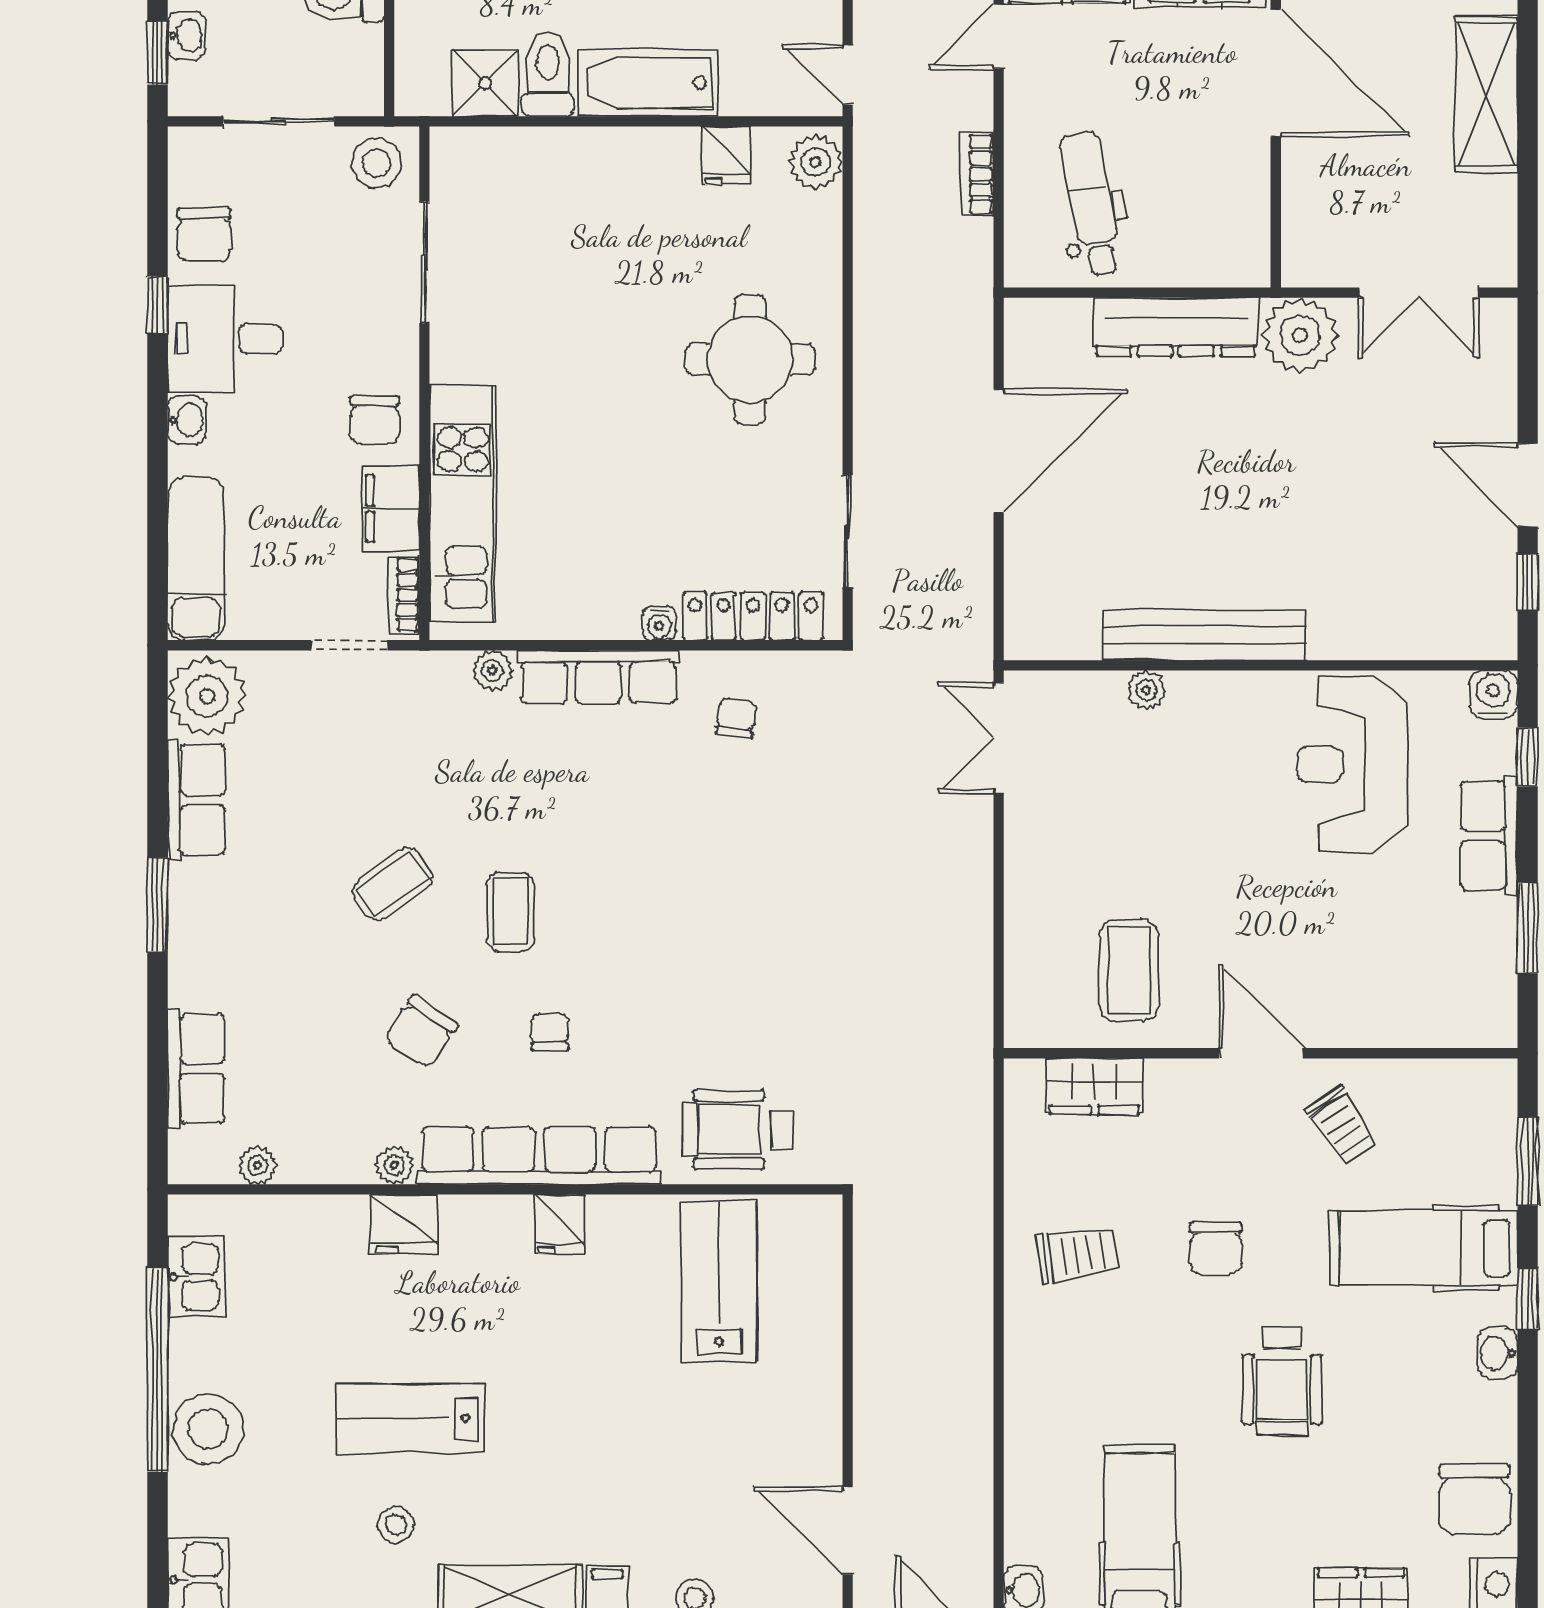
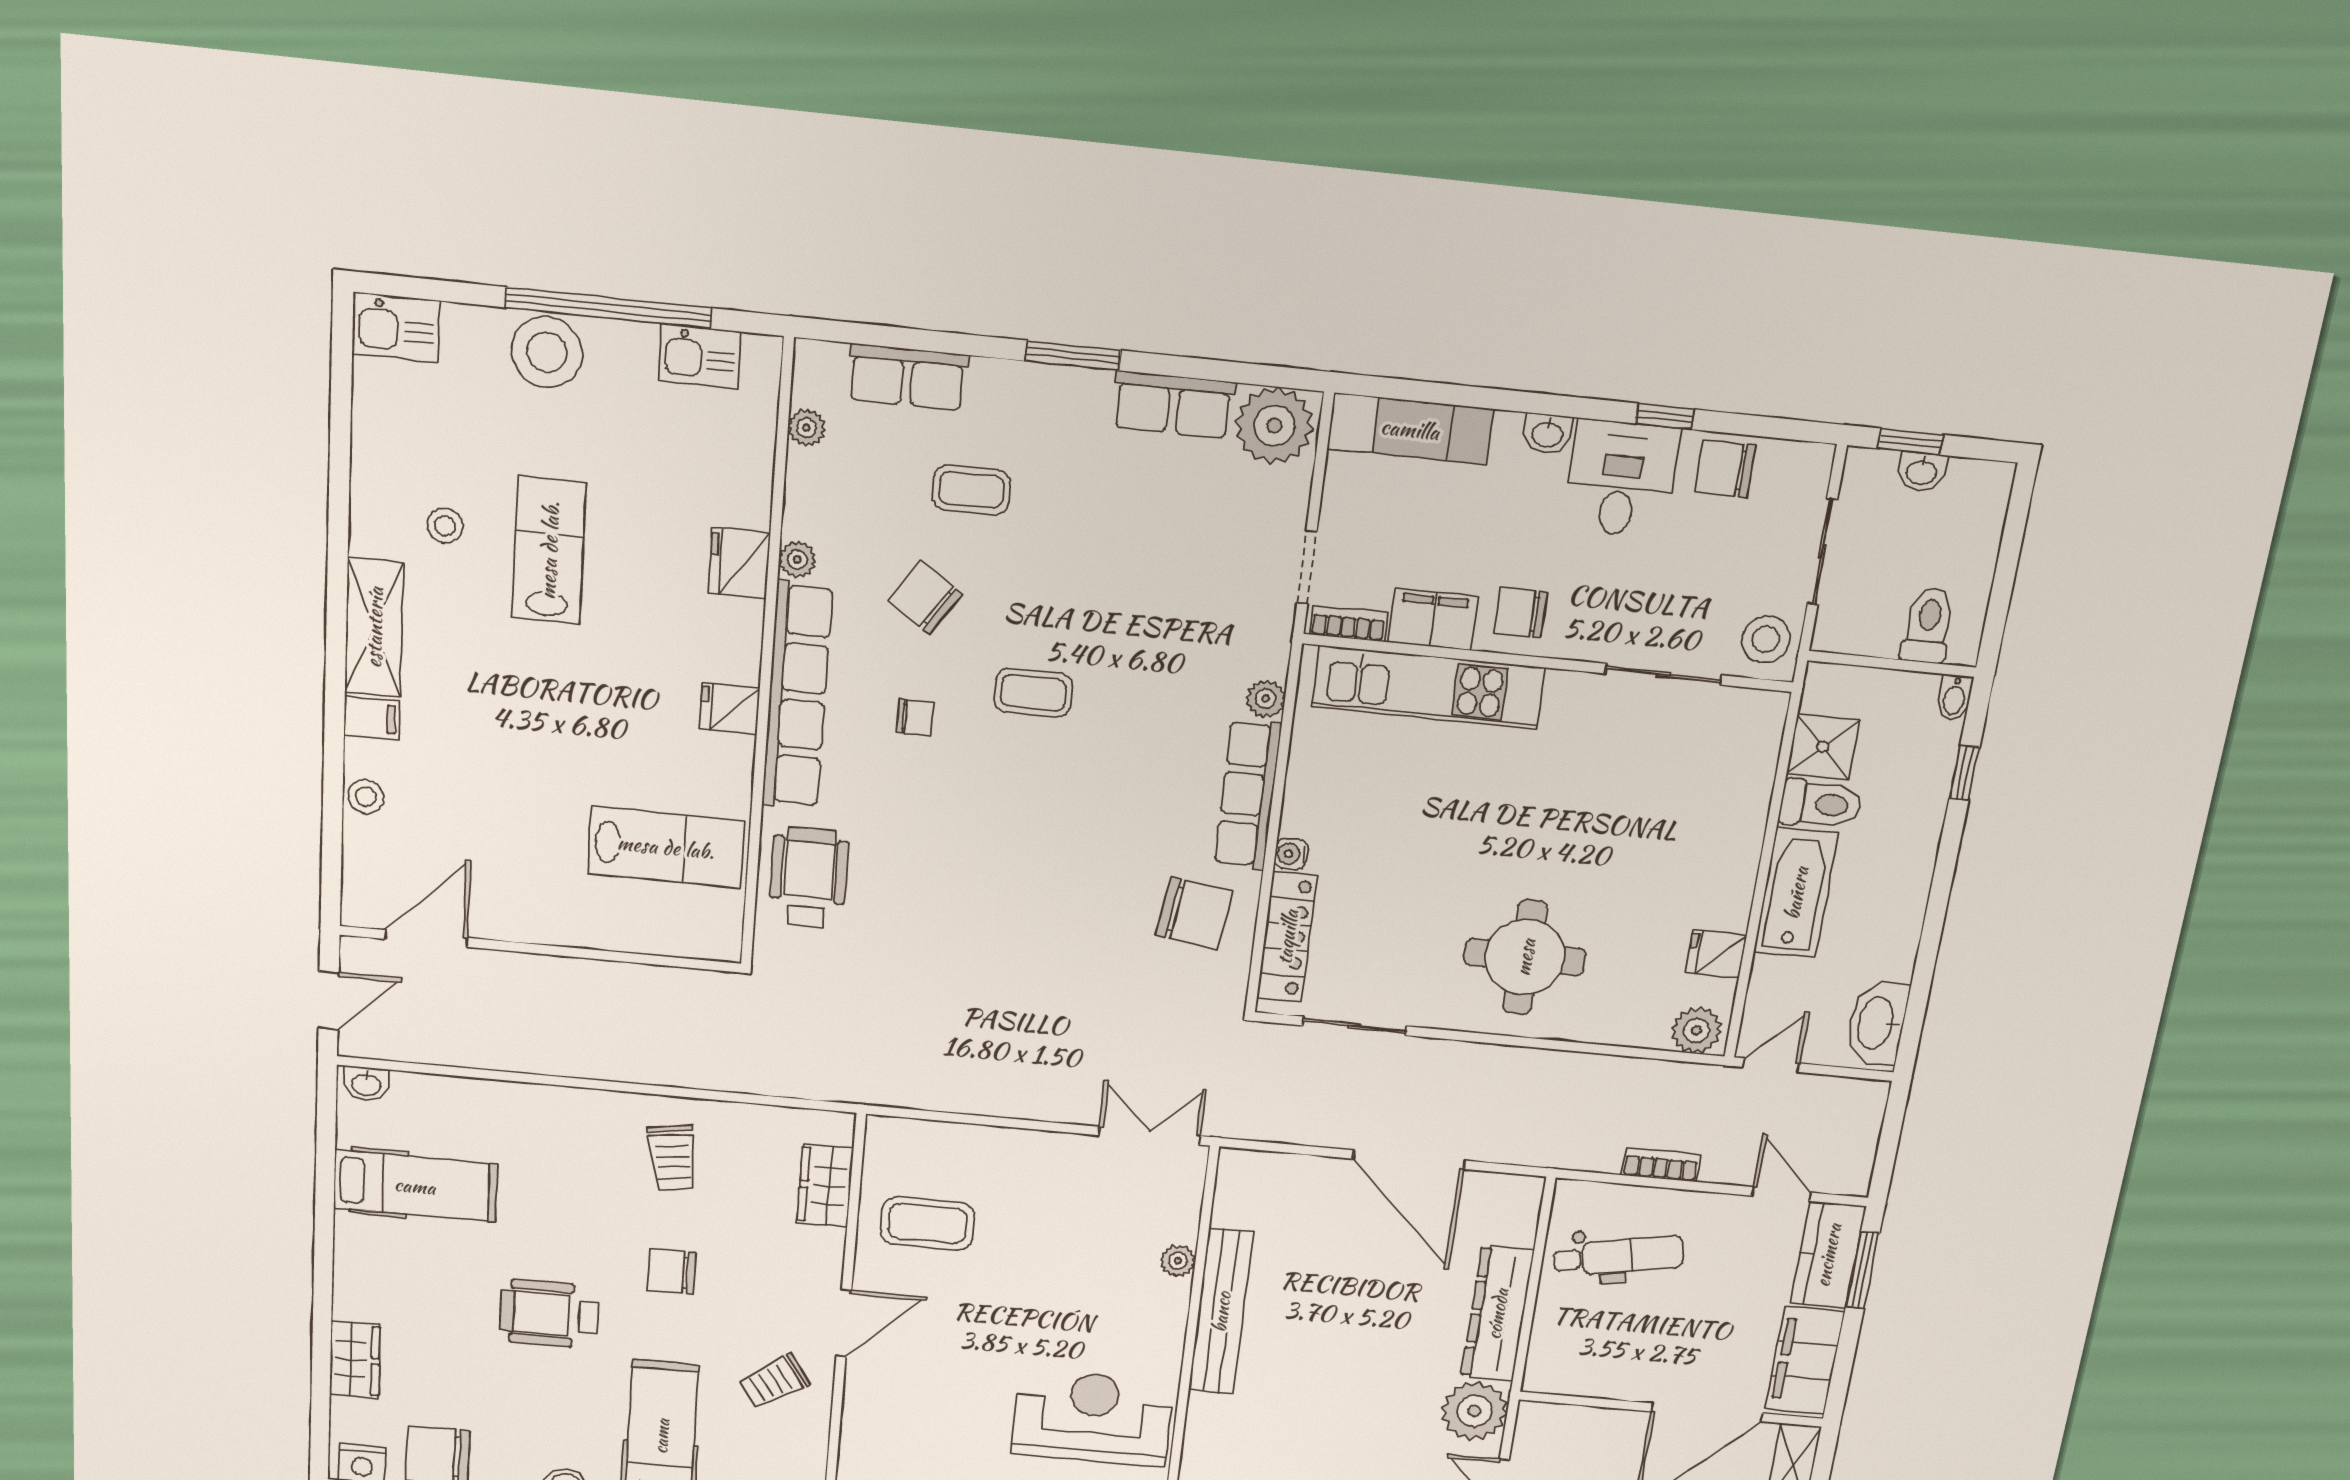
chair: (736, 718) -> (1194, 913), width x1.87, depth x1.87
coffee table: (393, 884) -> (971, 490), moved, turned -54

